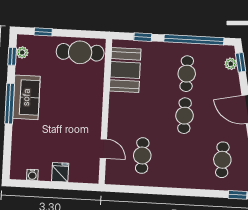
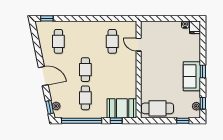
booth: (125, 70) -> (122, 108), moved, turned 90
window: (10, 104) -> (203, 72), width x0.46
fridge: (60, 172) -> (195, 27), moved

